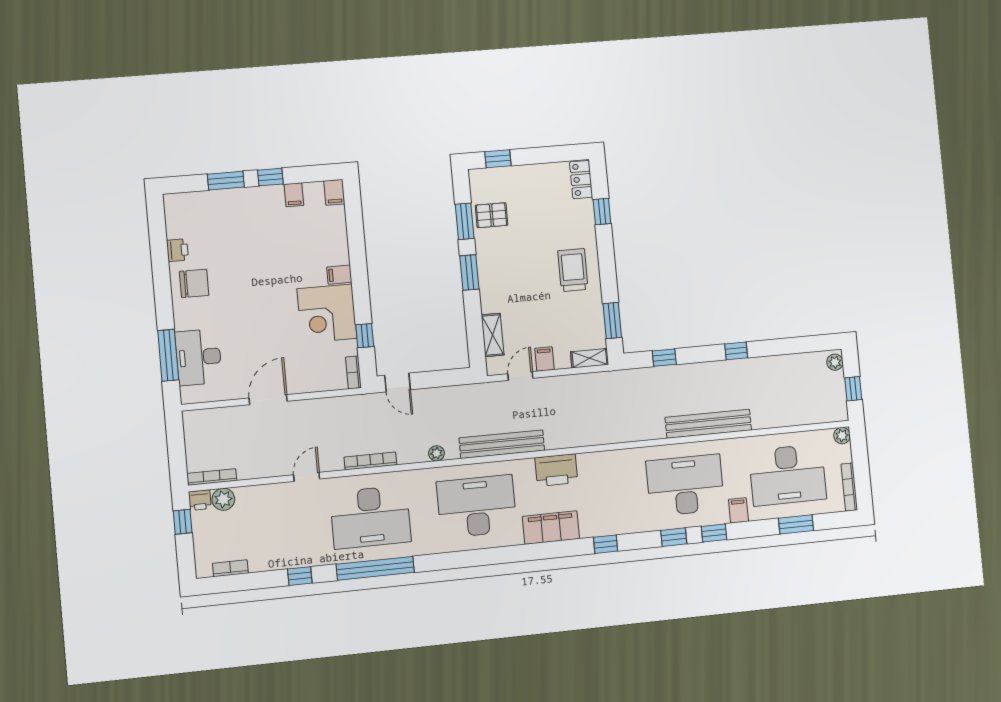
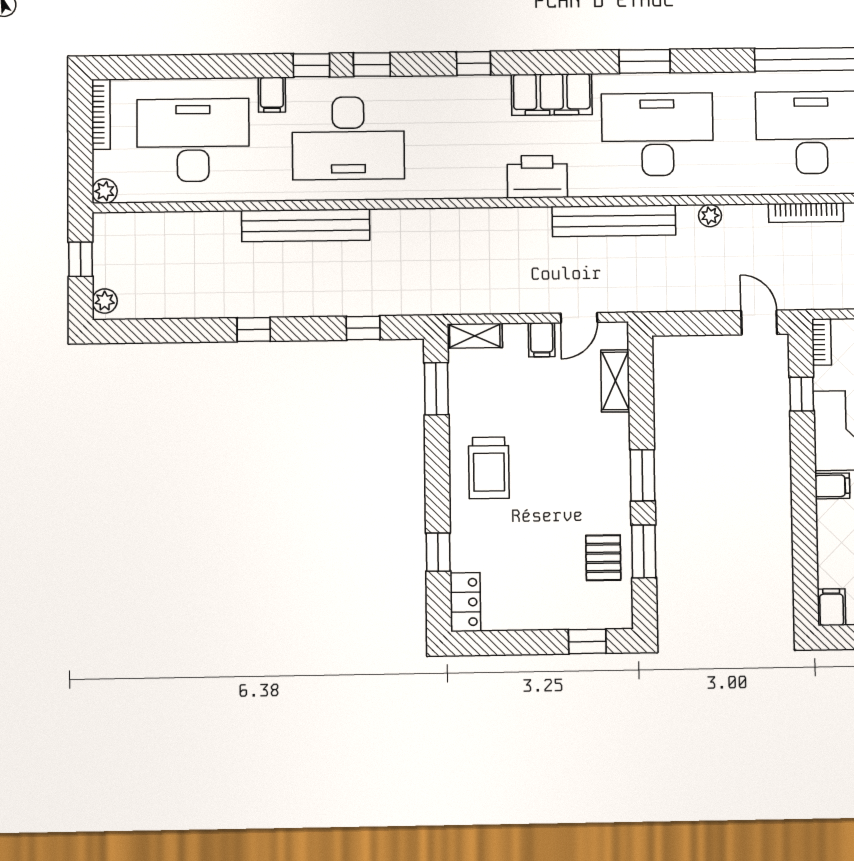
pallet: (492, 215) -> (603, 558), turned 90
desk: (477, 506) -> (657, 134), turned 180
window: (796, 524) -> (645, 61), moved

